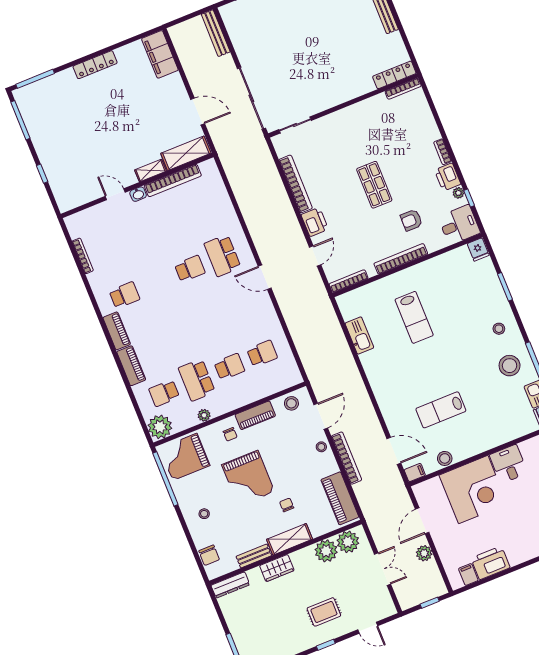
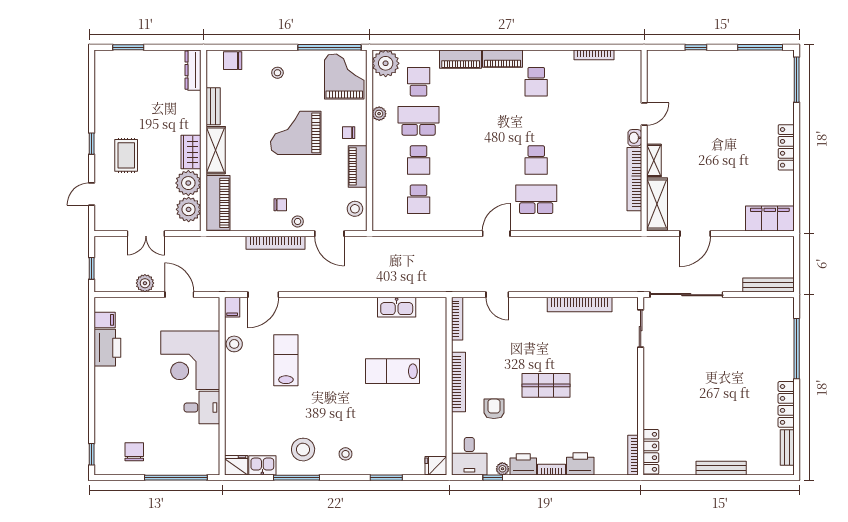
printer: (315, 222) -> (580, 464), moved, turned 180
piano: (340, 498) -> (218, 203), moved, turned 90
chair: (287, 505) -> (280, 205), moved
wardrobe: (277, 568) -> (191, 152), moved

